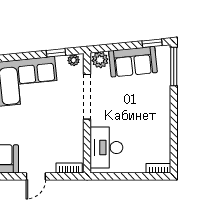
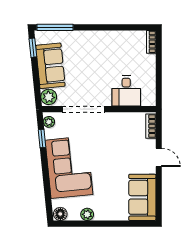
desk: (106, 148) -> (126, 91), width x0.73

